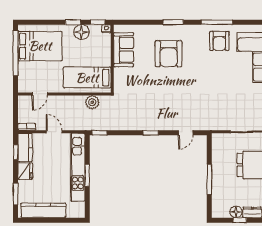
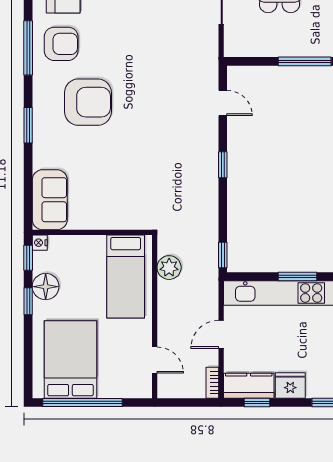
sofa: (124, 50) -> (50, 200), moved, turned 90
armchair: (169, 54) -> (88, 102), moved

